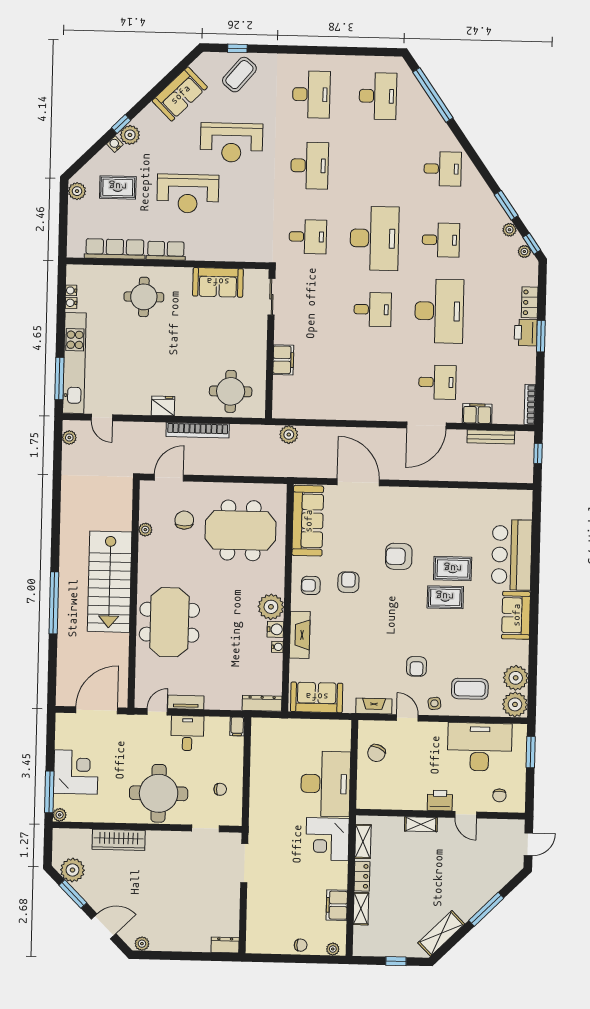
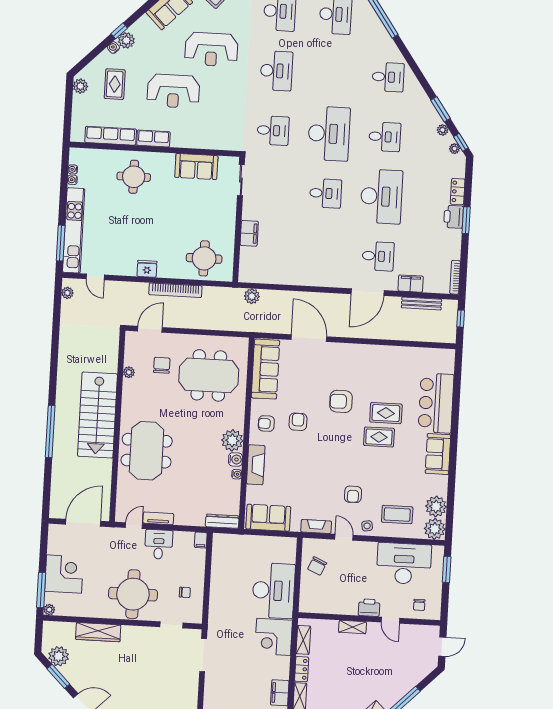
rug: (118, 187) -> (115, 84), turned 90

